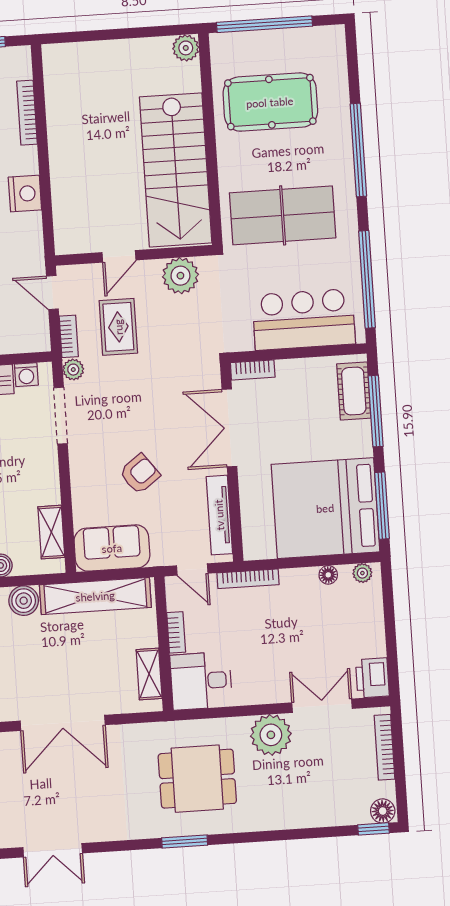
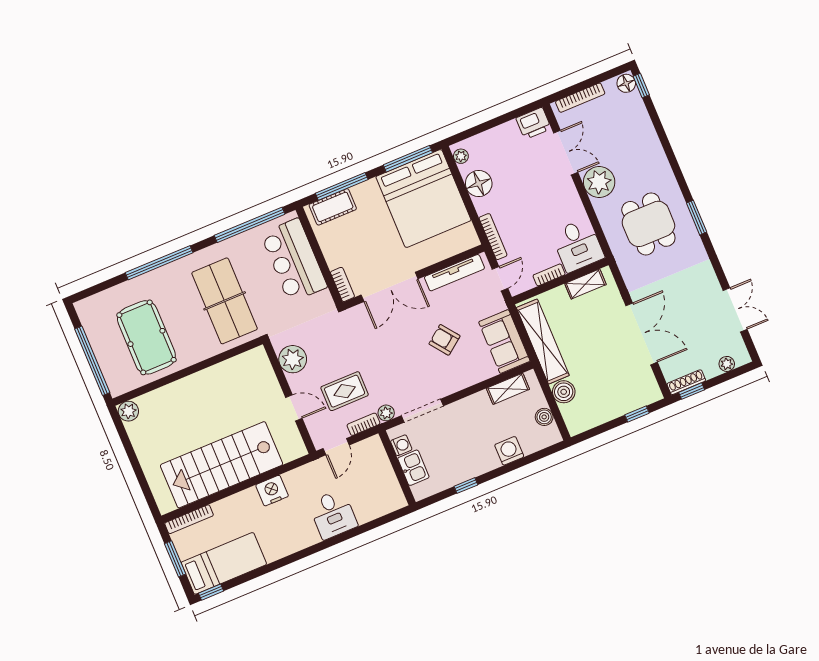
bookcase: (27, 113) -> (189, 519), moved
stairs: (176, 170) -> (222, 465), moved, turned 180
floor lamp: (328, 575) -> (479, 183), width x1.89, depth x1.89
double door: (322, 706) -> (566, 153), swing flipped

